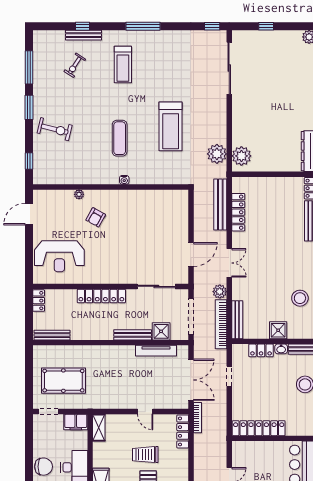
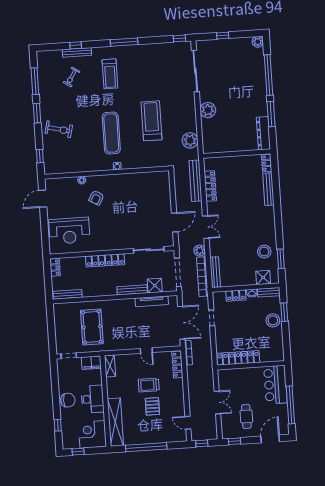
treadmill: (171, 126) -> (151, 121), turned 180
exercise mat: (120, 138) -> (111, 133), width x1.36, depth x1.45
plant: (241, 156) -> (208, 110), moved
shower: (278, 330) -> (263, 277), moved
pool table: (63, 381) -> (92, 327), moved, turned 90

